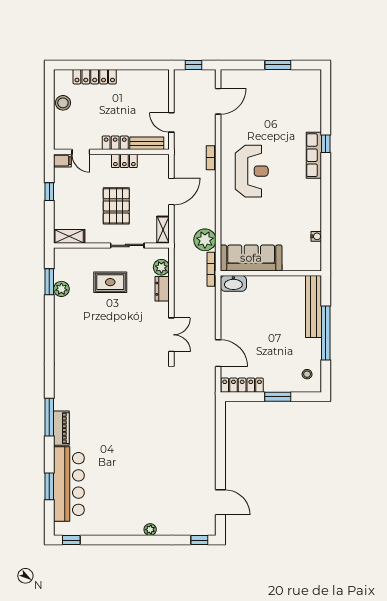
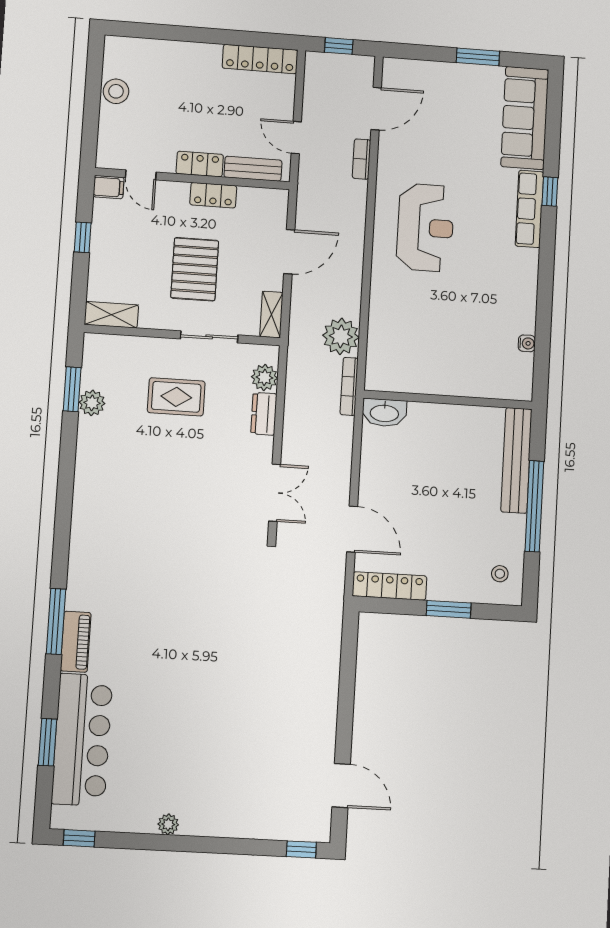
locker: (95, 77) -> (260, 59), moved
bookcase: (211, 158) -> (362, 159), moved
sofa: (251, 258) -> (525, 118), moved, turned -90
plant: (150, 530) -> (168, 824), moved

